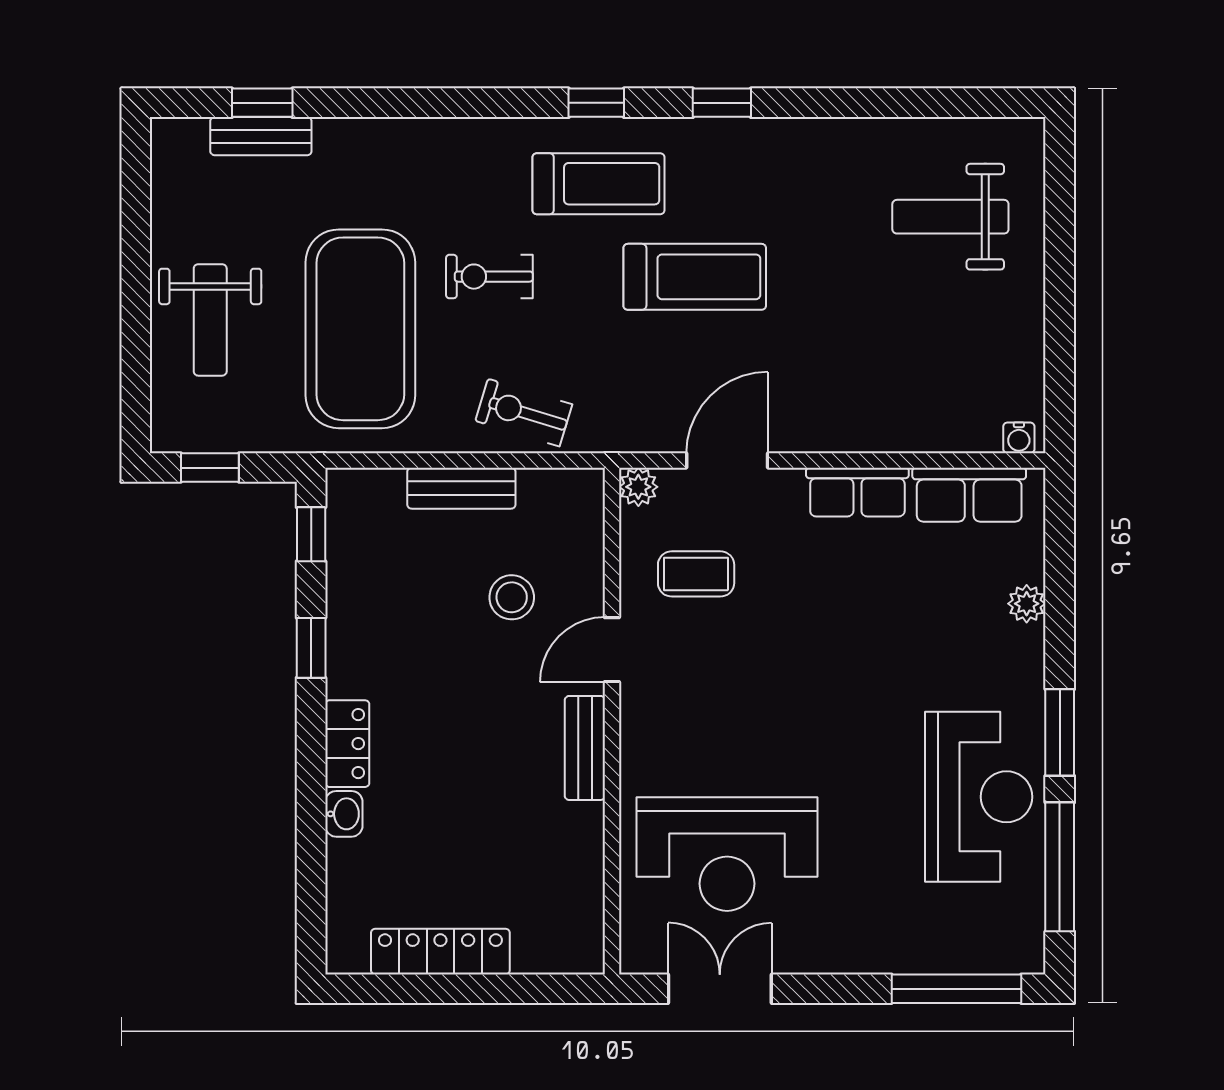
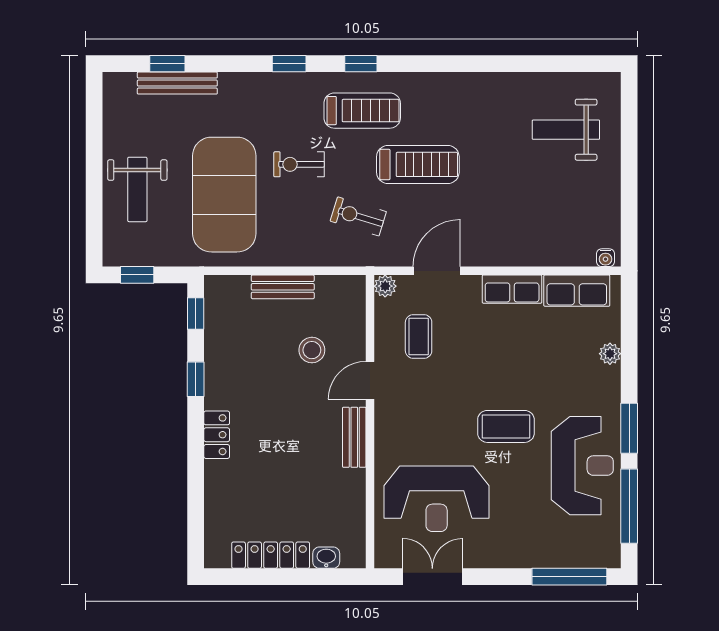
window: (722, 103) -> (289, 64), moved
bench: (261, 136) -> (177, 83), width x1.36
exercise bike: (524, 413) -> (358, 216), moved
coffee table: (696, 574) -> (419, 337), turned 90
coffee table: (847, 729) -> (506, 426), added
washbasin: (344, 814) -> (326, 558), moved, turned -90

